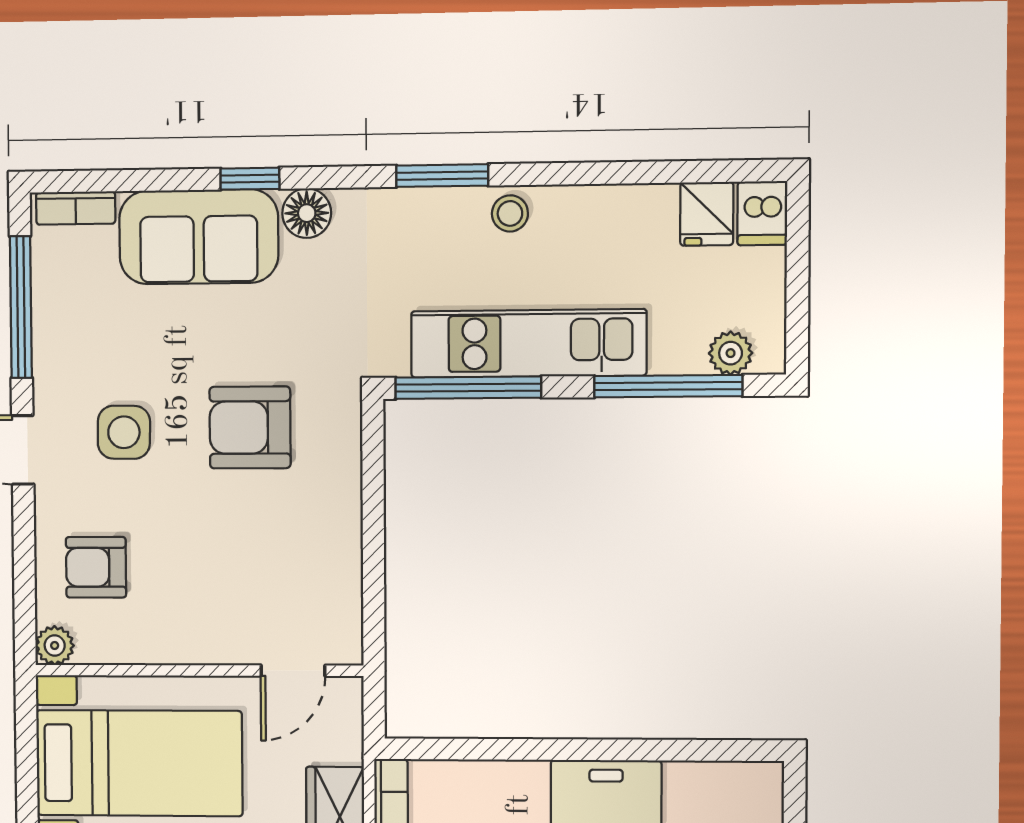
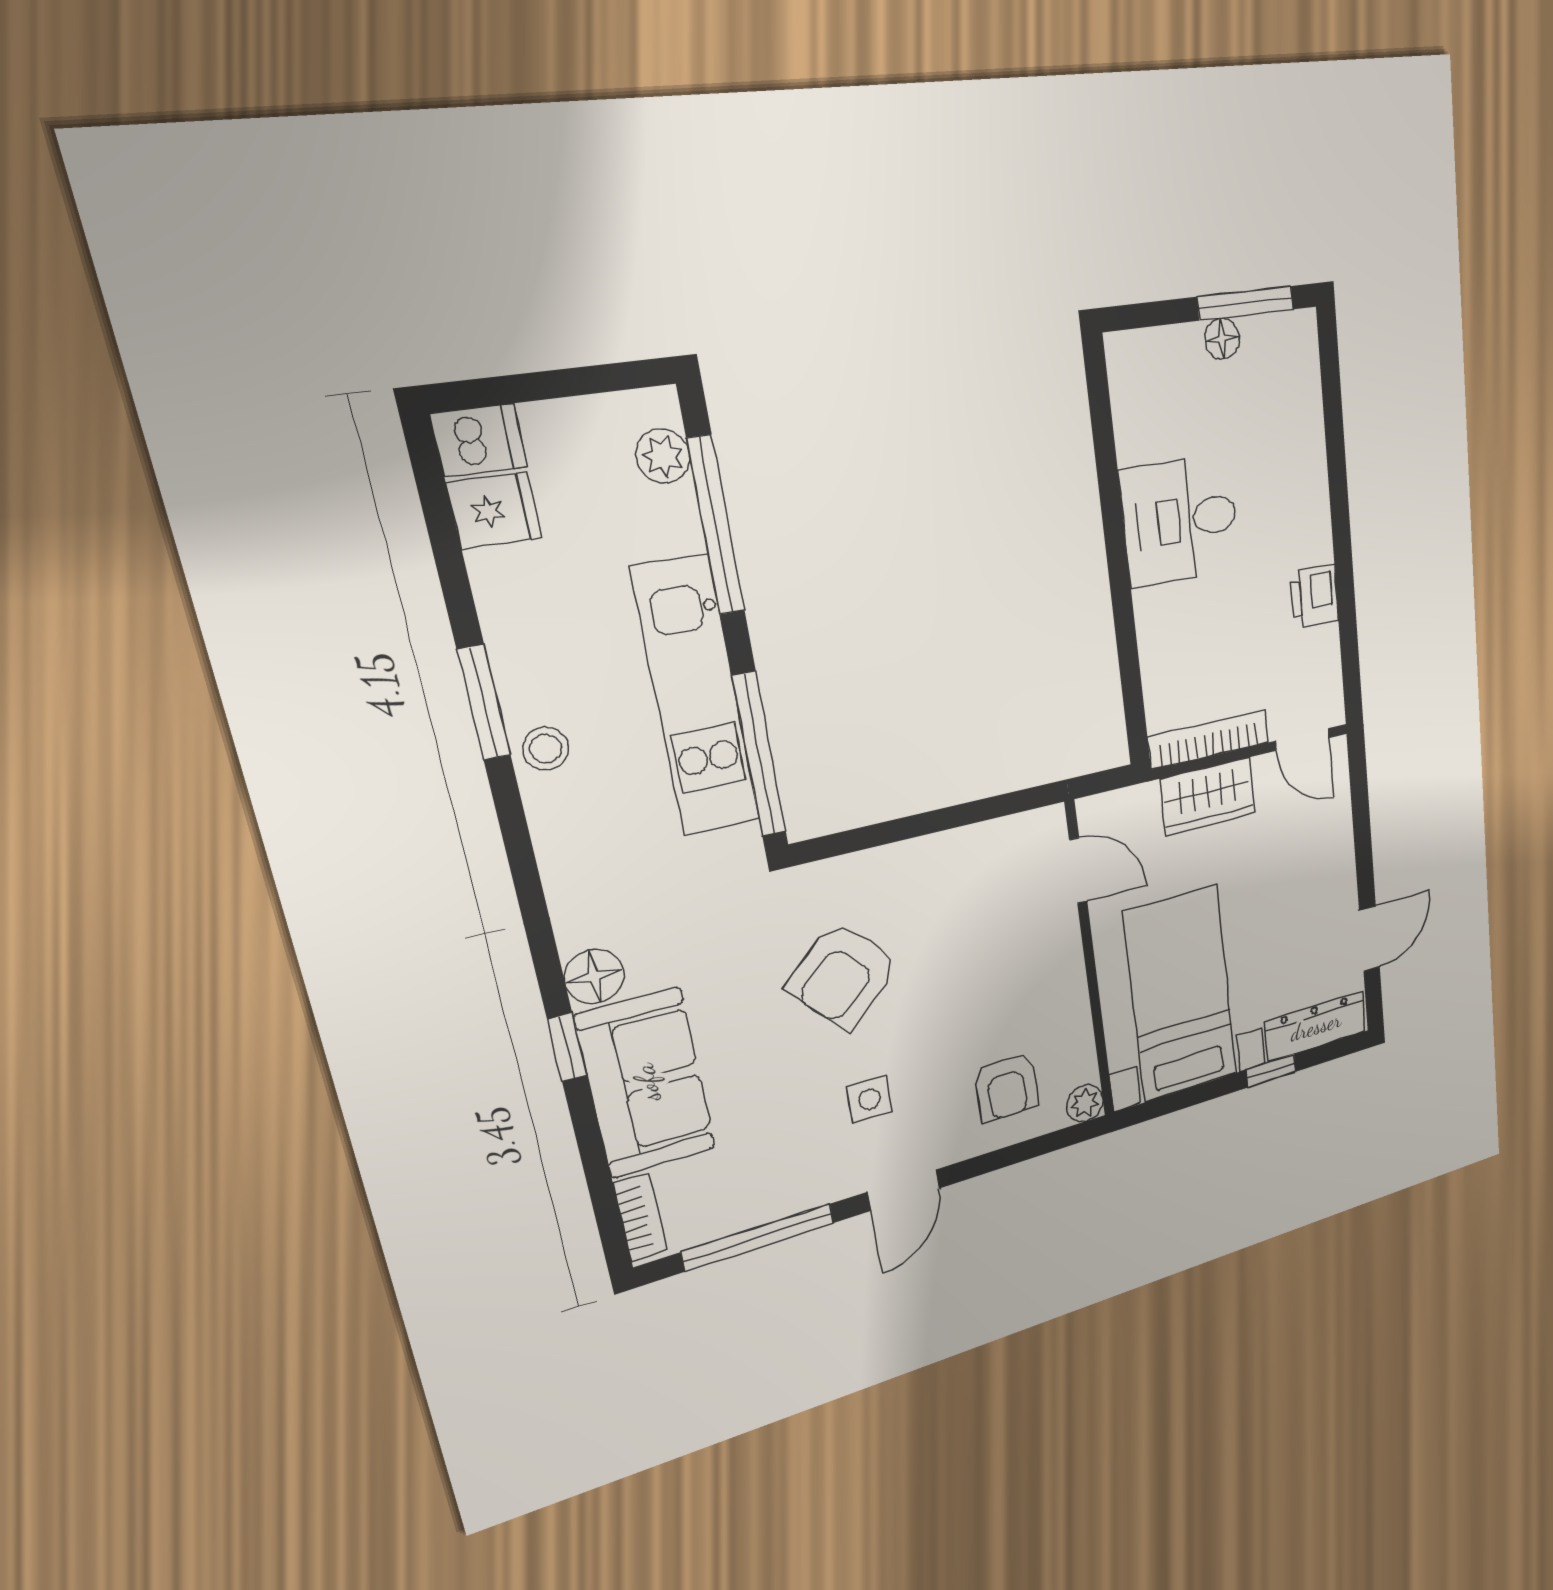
window: (442, 176) -> (484, 703), moved
armchair: (250, 427) -> (843, 975), turned 48
side table: (124, 432) -> (870, 1099), width x0.73, depth x0.73

